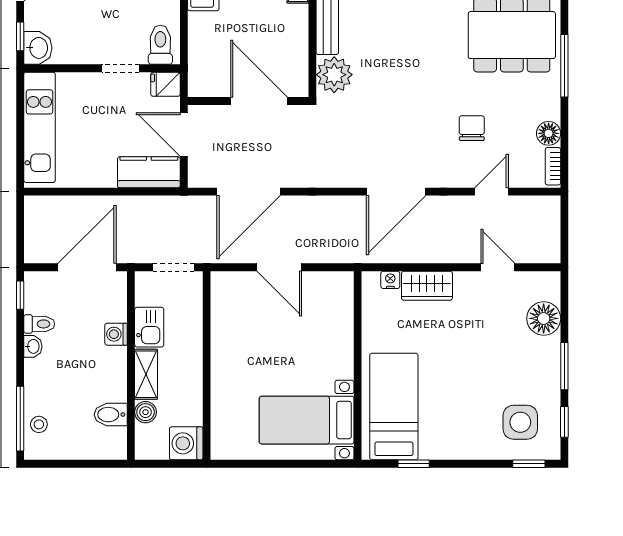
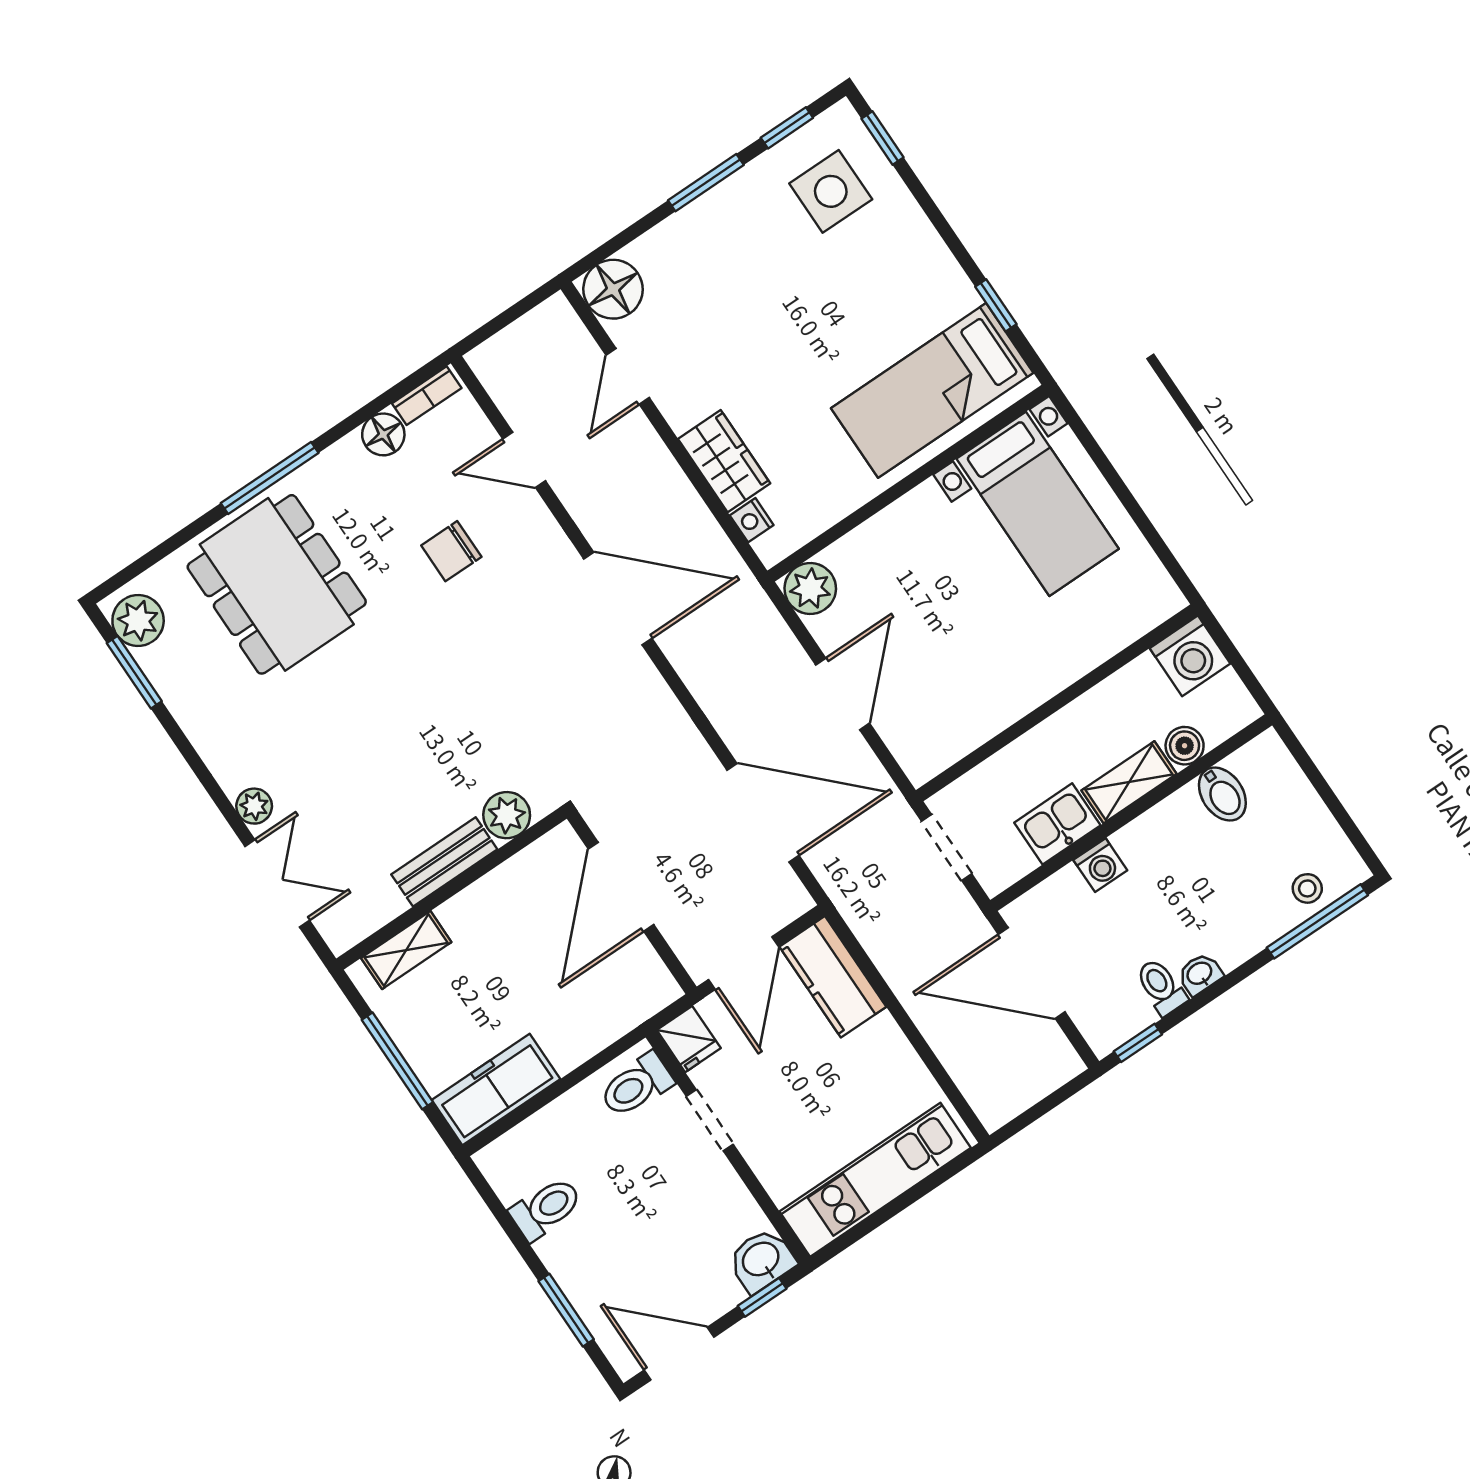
plant: (334, 75) -> (507, 815), width x0.73, depth x0.73
plant: (339, 286) -> (810, 589), added
floor lamp: (544, 318) -> (613, 289), moved

